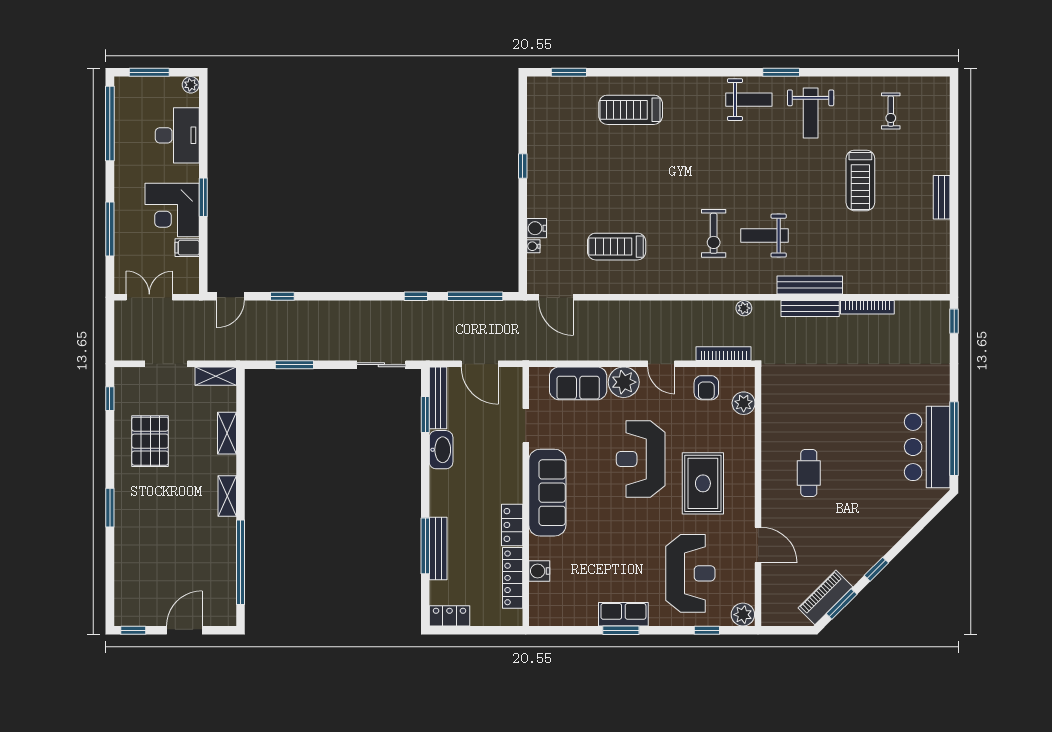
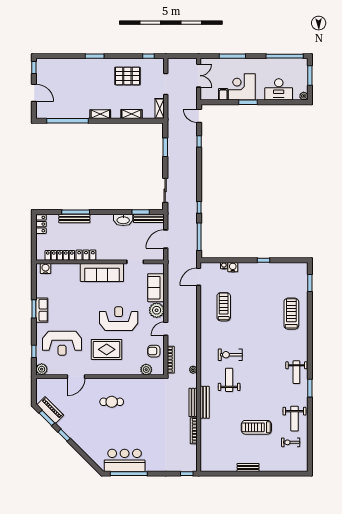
weight bench: (811, 113) -> (294, 419), moved, turned -90
water cooler: (539, 571) -> (46, 268), moved

